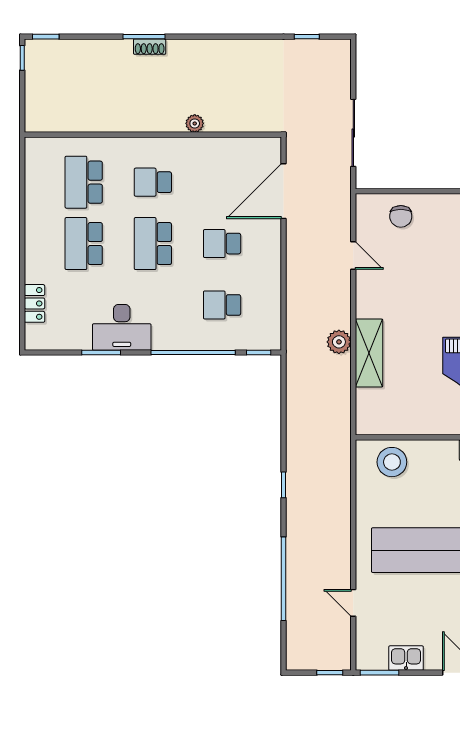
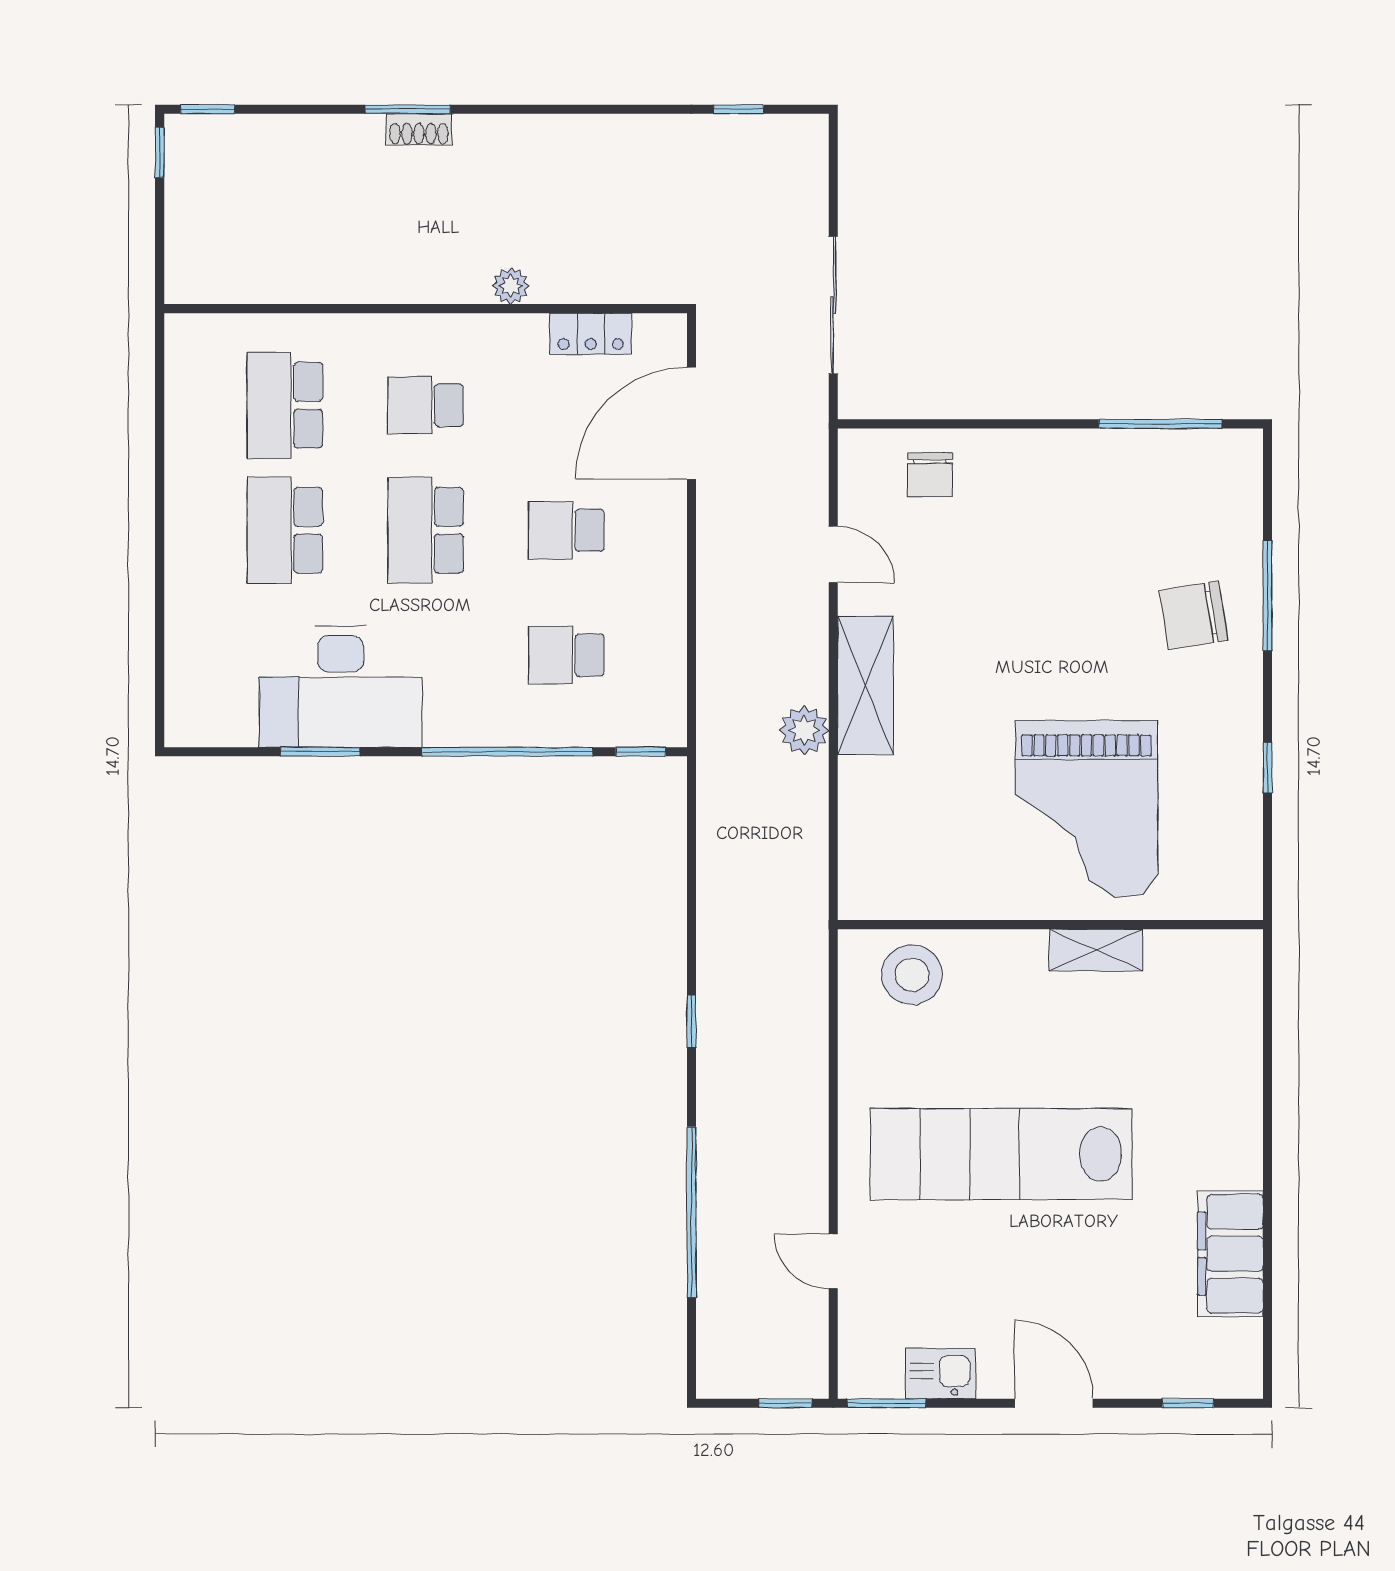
locker: (35, 303) -> (591, 334), moved, turned 90
desk: (122, 327) -> (341, 687), width x1.36, depth x1.30
shelving: (369, 353) -> (865, 685), moved

